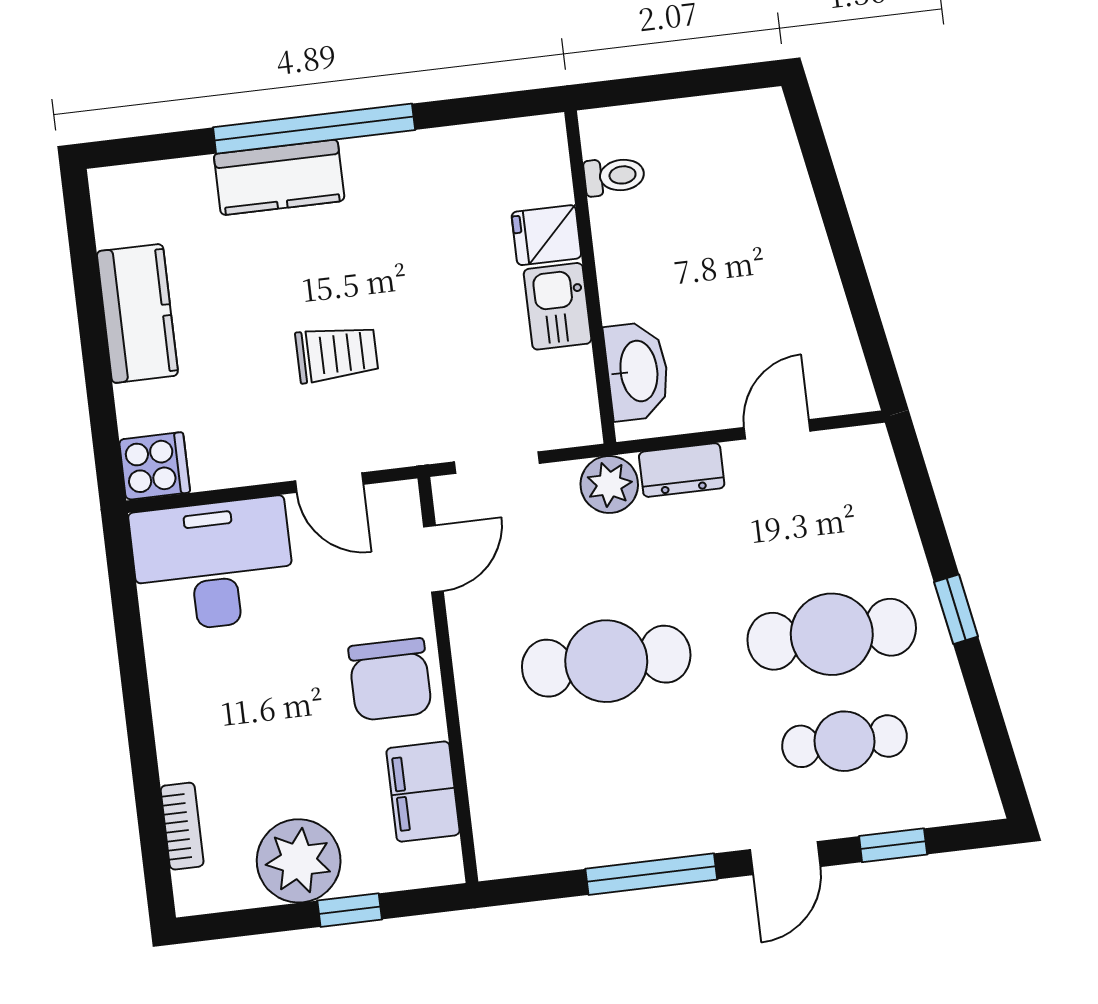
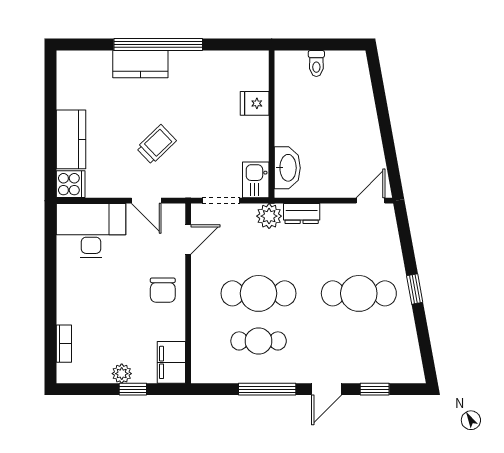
toilet: (614, 176) -> (316, 63), moved, turned 90
kitchen sink: (558, 306) -> (256, 180), moved
kitchen counter: (137, 313) -> (71, 139), moved
trolley: (337, 354) -> (156, 144), turned -44
door: (777, 429) -> (371, 201), moved
chair: (390, 679) -> (163, 290), width x0.73, depth x0.73
cafe table: (844, 741) -> (259, 341), moved
filing cabinet: (423, 792) -> (171, 362), moved
plant: (299, 861) -> (122, 374), width x0.53, depth x0.53

